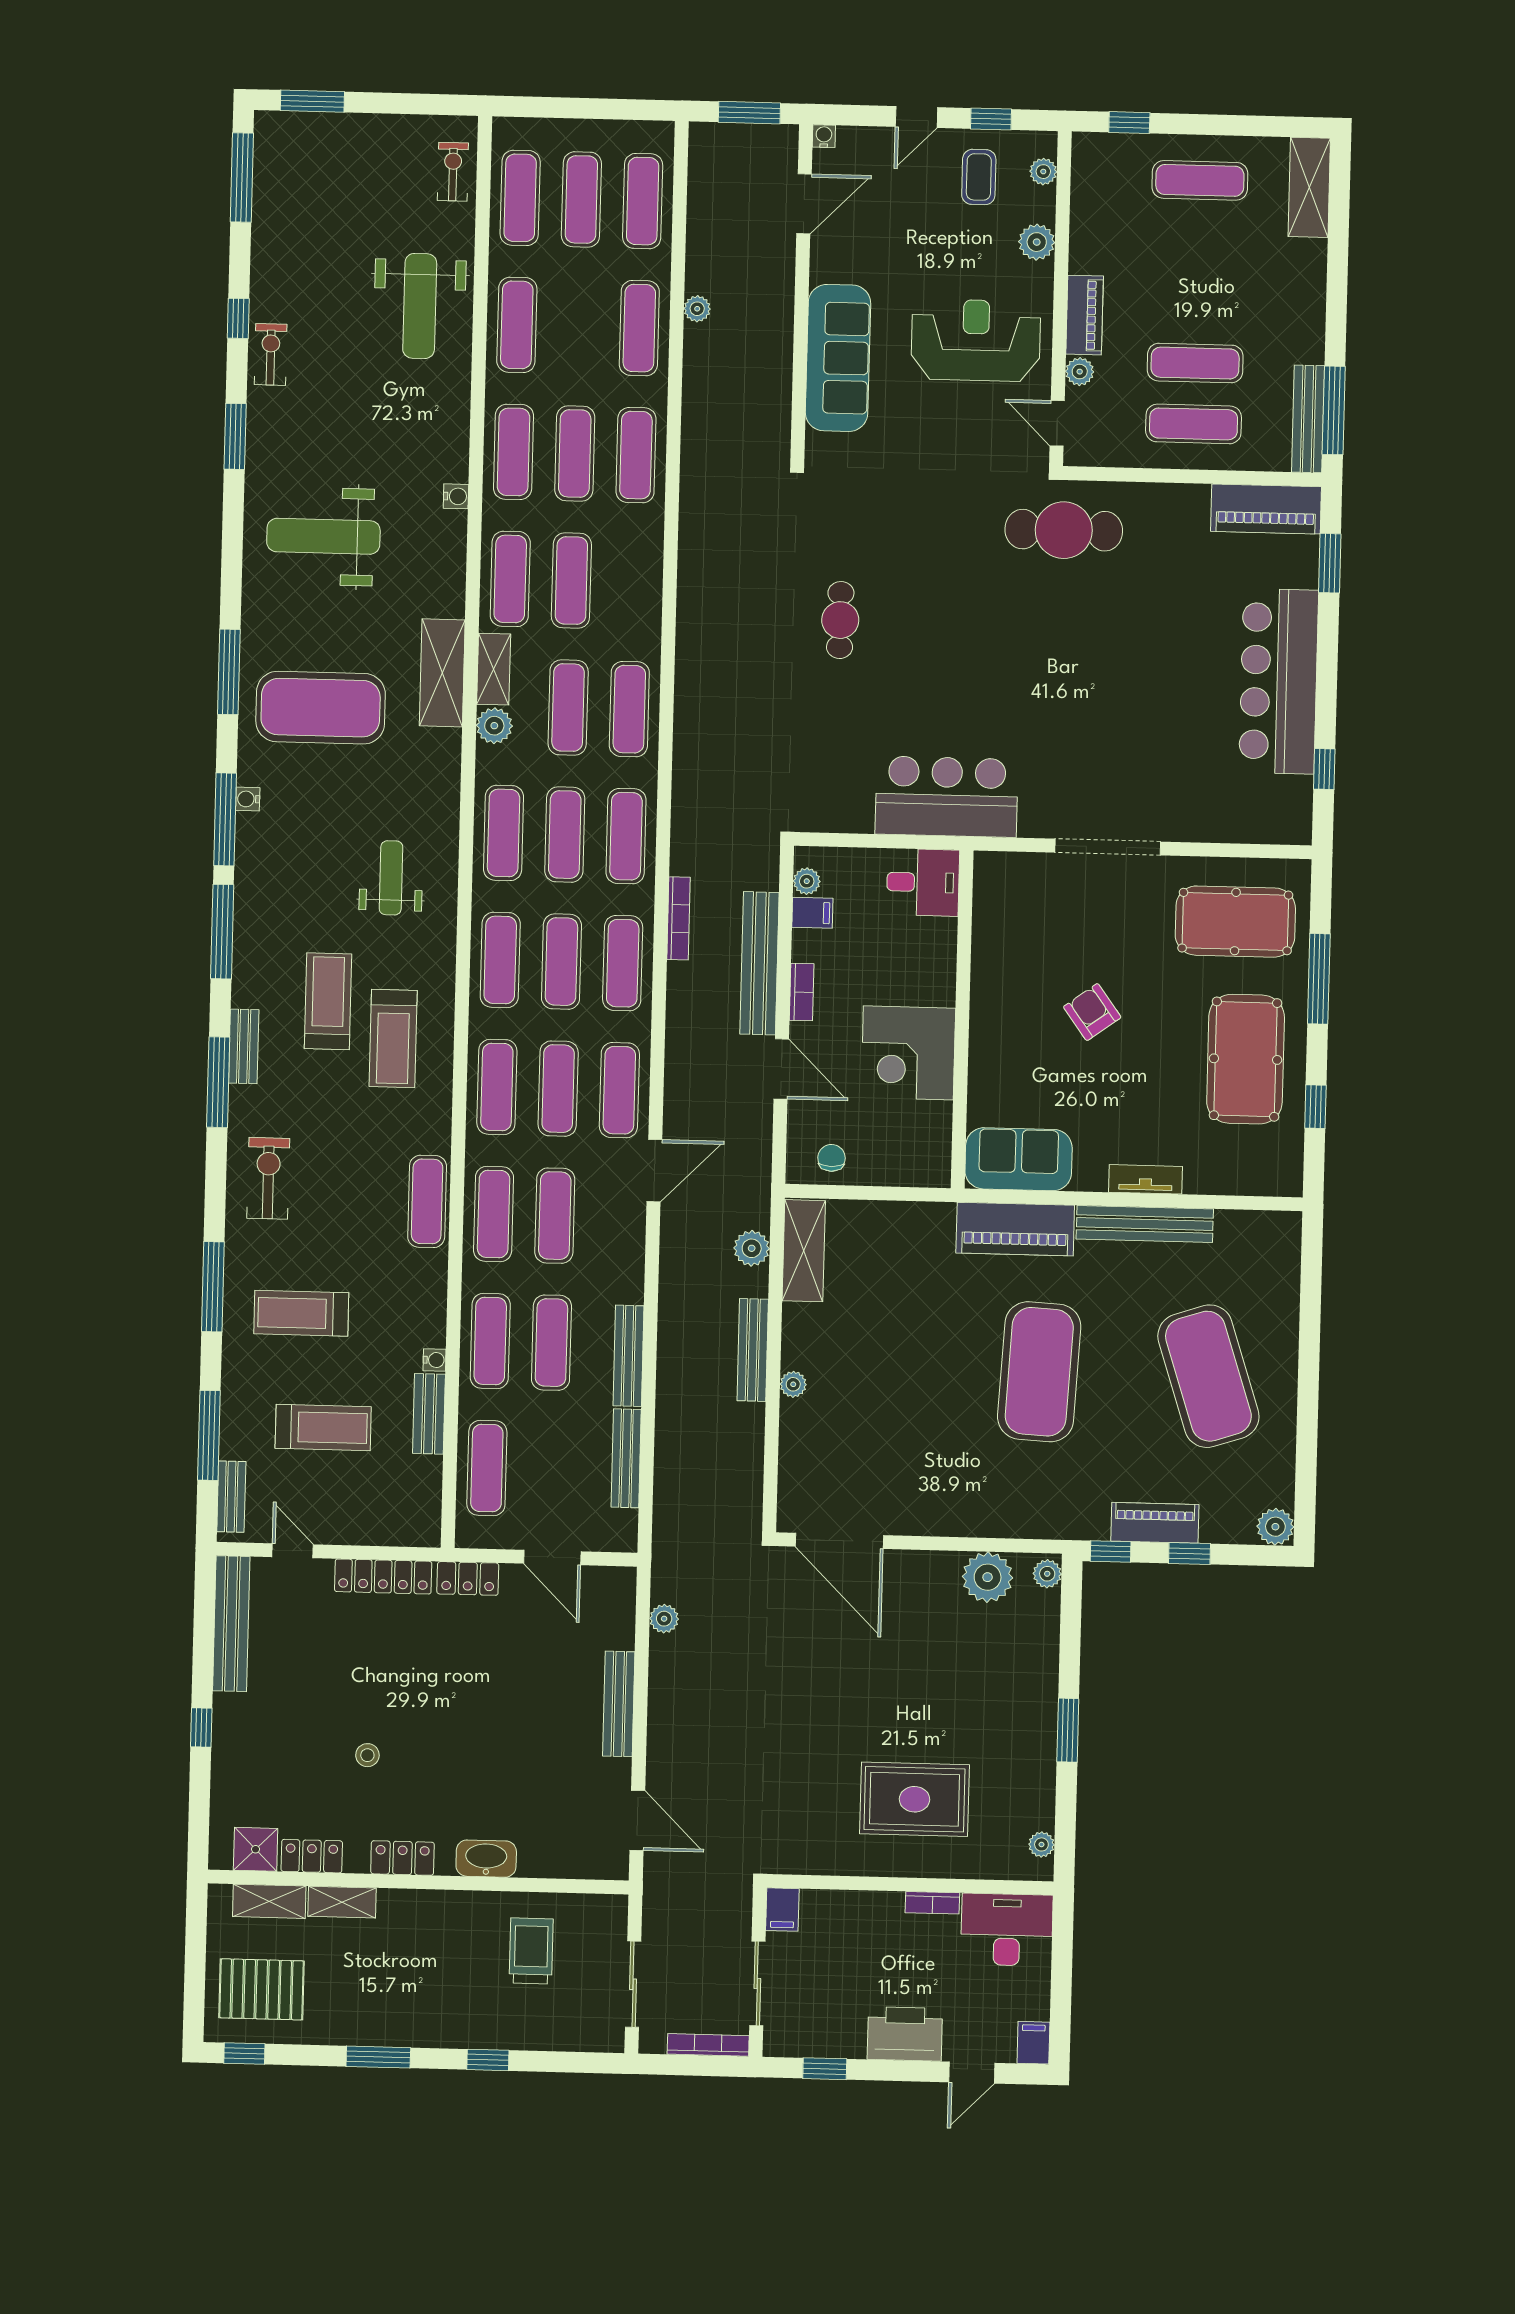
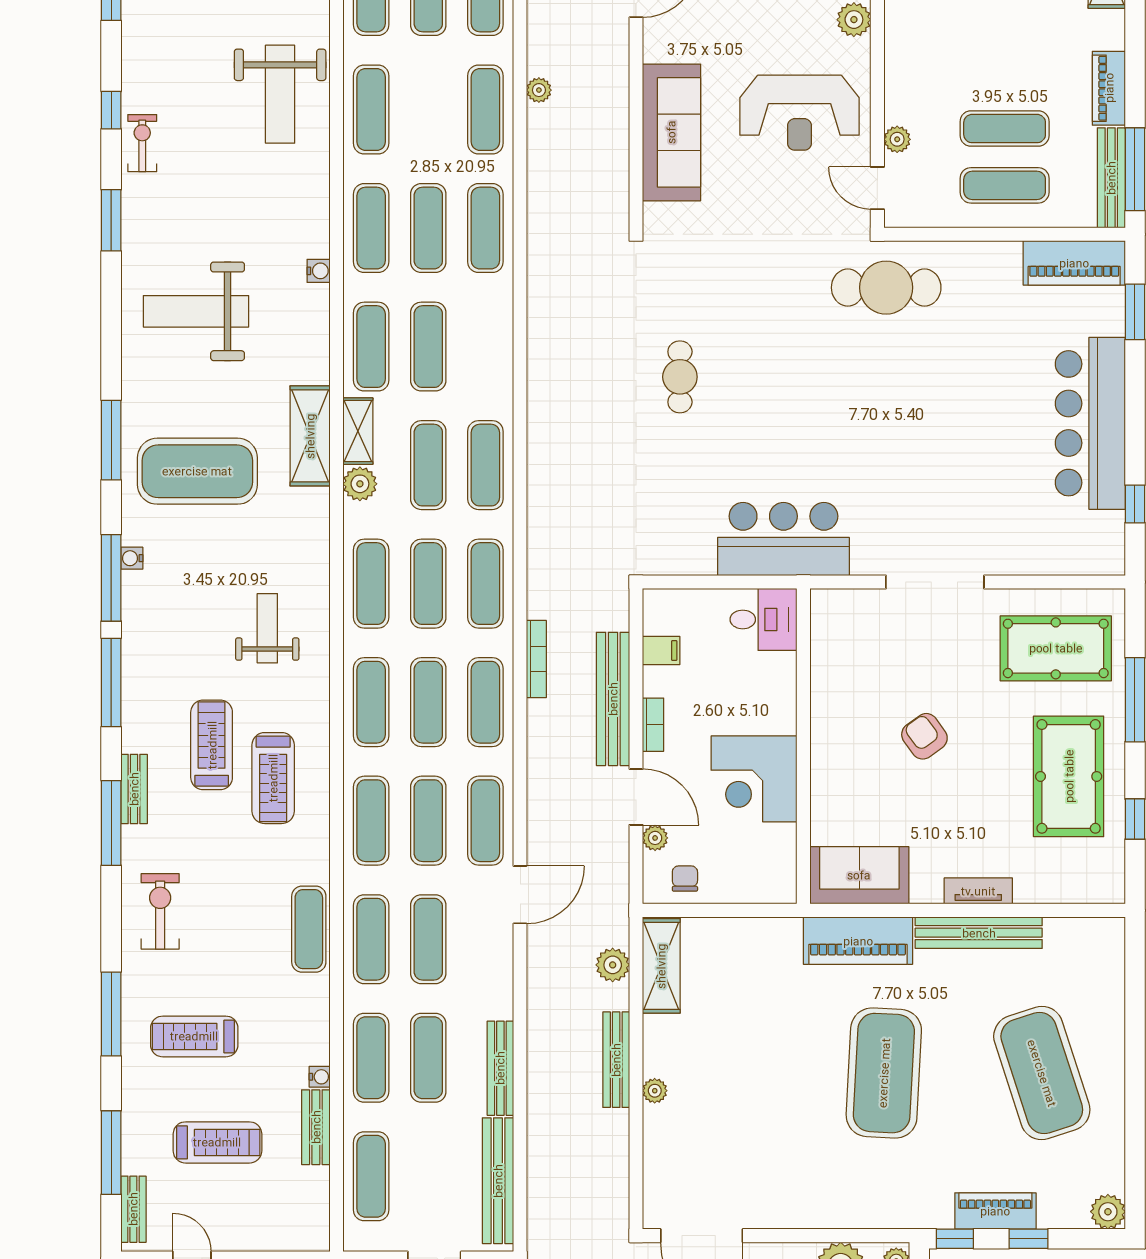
piano: (1085, 315) -> (1109, 88), moved, turned 180
reception desk: (976, 340) -> (800, 113), turned 180
plant: (807, 881) -> (655, 838), moved
bench: (626, 1458) -> (498, 1181), width x1.37, depth x1.21

